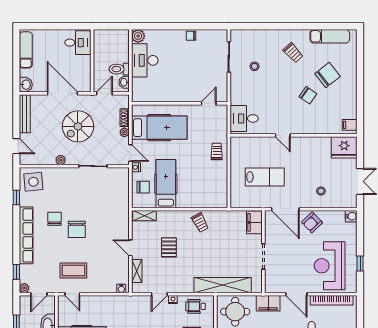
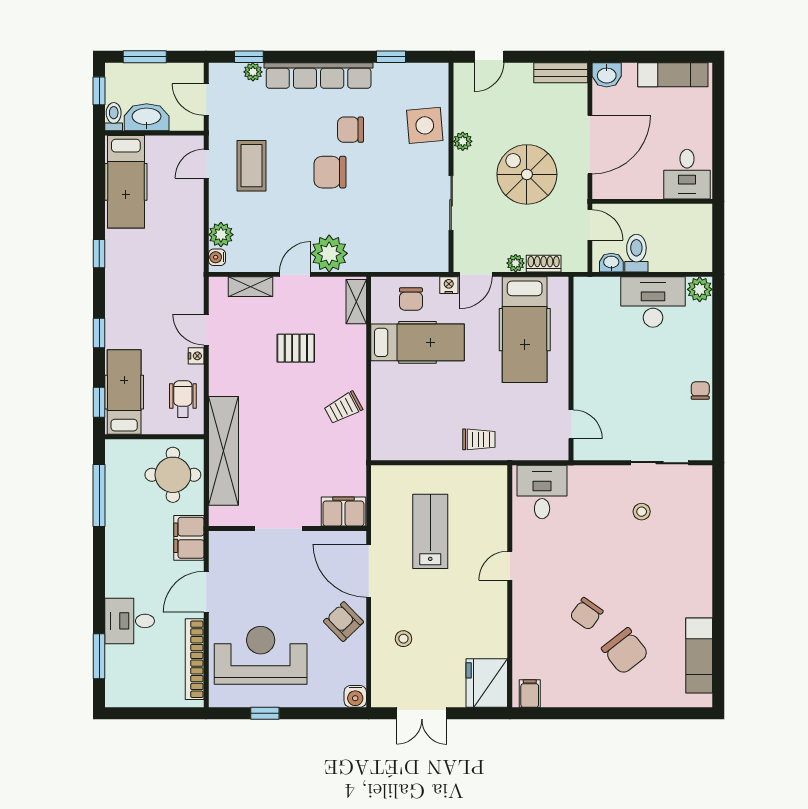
trolley: (293, 53) -> (668, 585), removed
bench: (25, 114) -> (561, 73), width x0.73
lab bench: (265, 177) -> (430, 531), turned 180
side table: (33, 182) -> (425, 125), moved
door: (285, 209) -> (369, 571), hinge flipped
chair: (55, 219) -> (350, 130), turned 180
plant: (119, 230) -> (329, 253), added
plant: (109, 287) -> (221, 235), added
plant: (24, 288) -> (253, 72), moved

